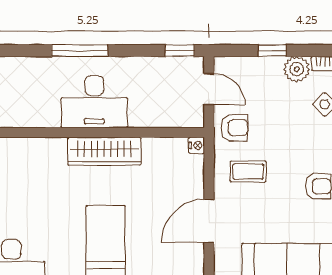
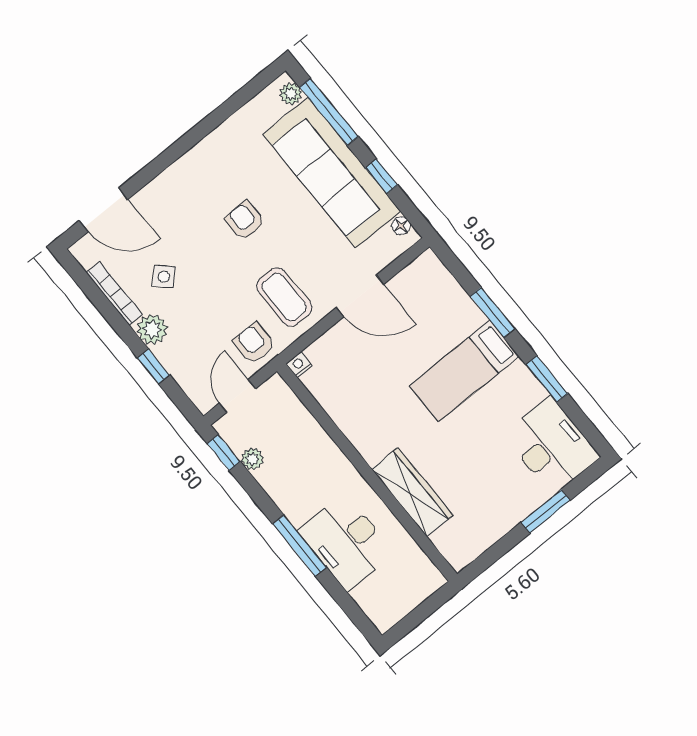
plant: (160, 66) -> (252, 459), added
desk: (94, 102) -> (346, 542), moved, turned 180
wardrobe: (104, 151) -> (412, 492), moved
coffee table: (248, 171) -> (284, 297), width x1.36, depth x1.30

